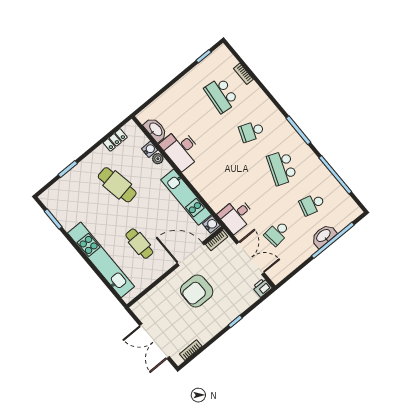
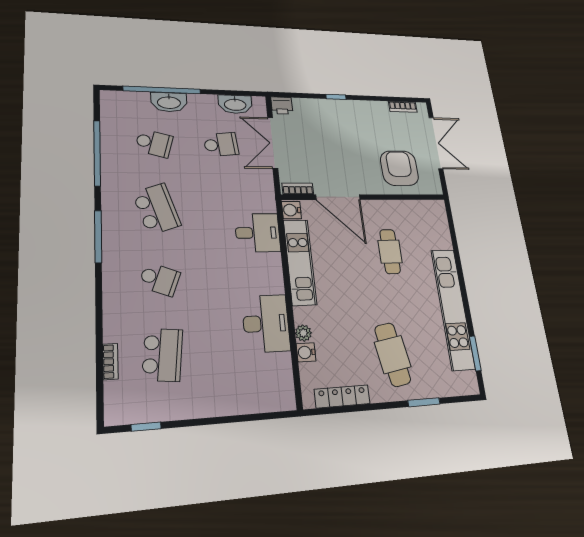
washbasin: (155, 130) -> (235, 104), moved, turned -90
locker: (115, 140) -> (342, 396), width x1.53
school desk: (282, 168) -> (157, 209), turned -39
cafe table: (117, 185) -> (393, 354), moved
desk: (236, 215) -> (258, 233), moved
kitchen unit: (101, 260) -> (453, 309), moved
armchair: (197, 291) -> (399, 168), moved, turned -91

